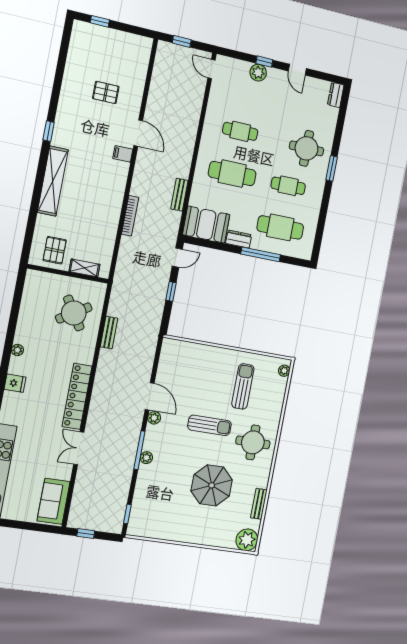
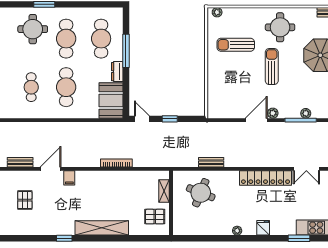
cafe table: (288, 186) -> (66, 39), width x1.37, depth x1.35
bench: (179, 195) -> (20, 162), moved
round table: (74, 313) -> (201, 193), turned -36

